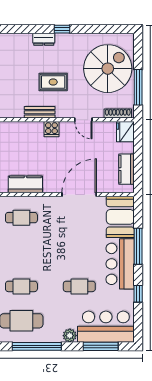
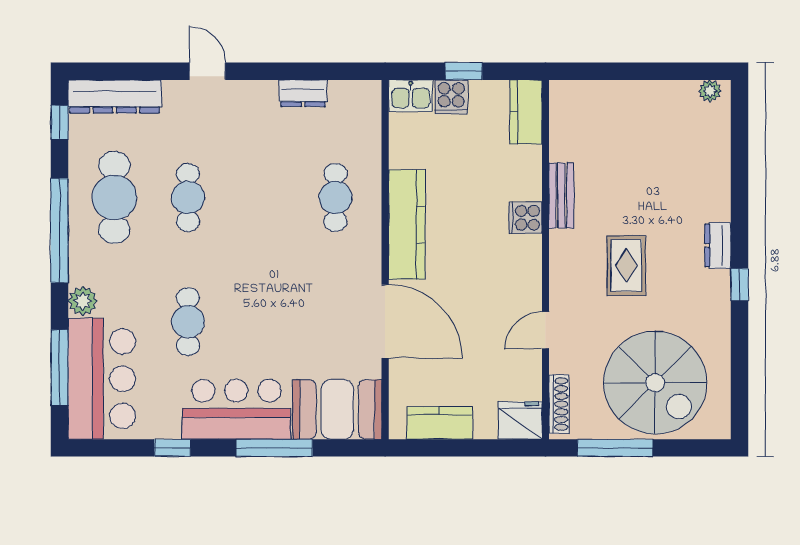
bench: (40, 112) -> (561, 195), moved
cooker: (51, 129) -> (525, 218), moved
kitchen counter: (25, 184) -> (407, 224), width x1.50

